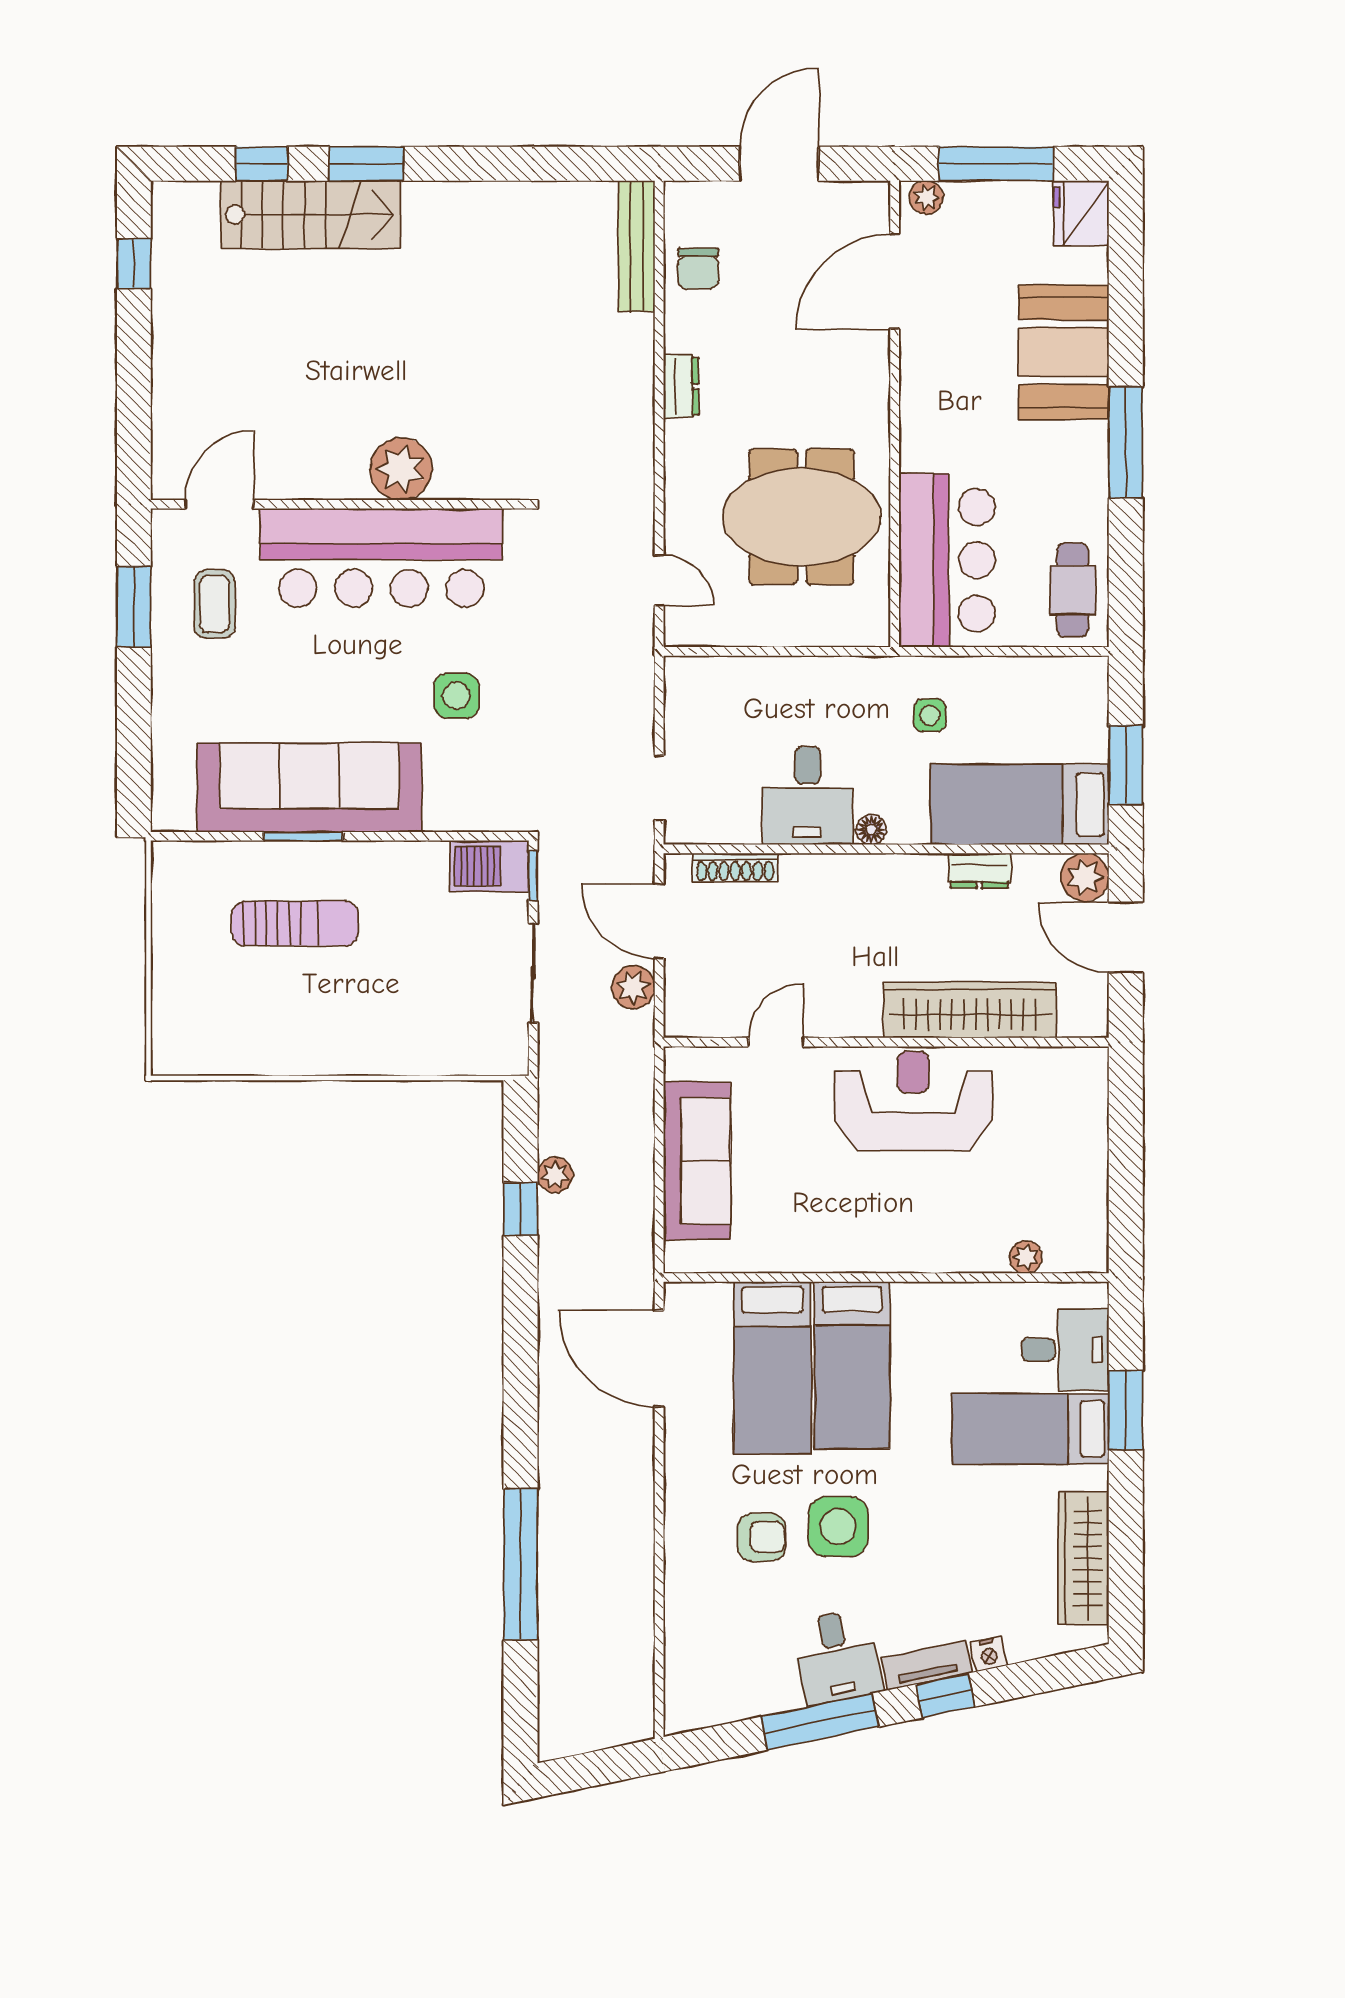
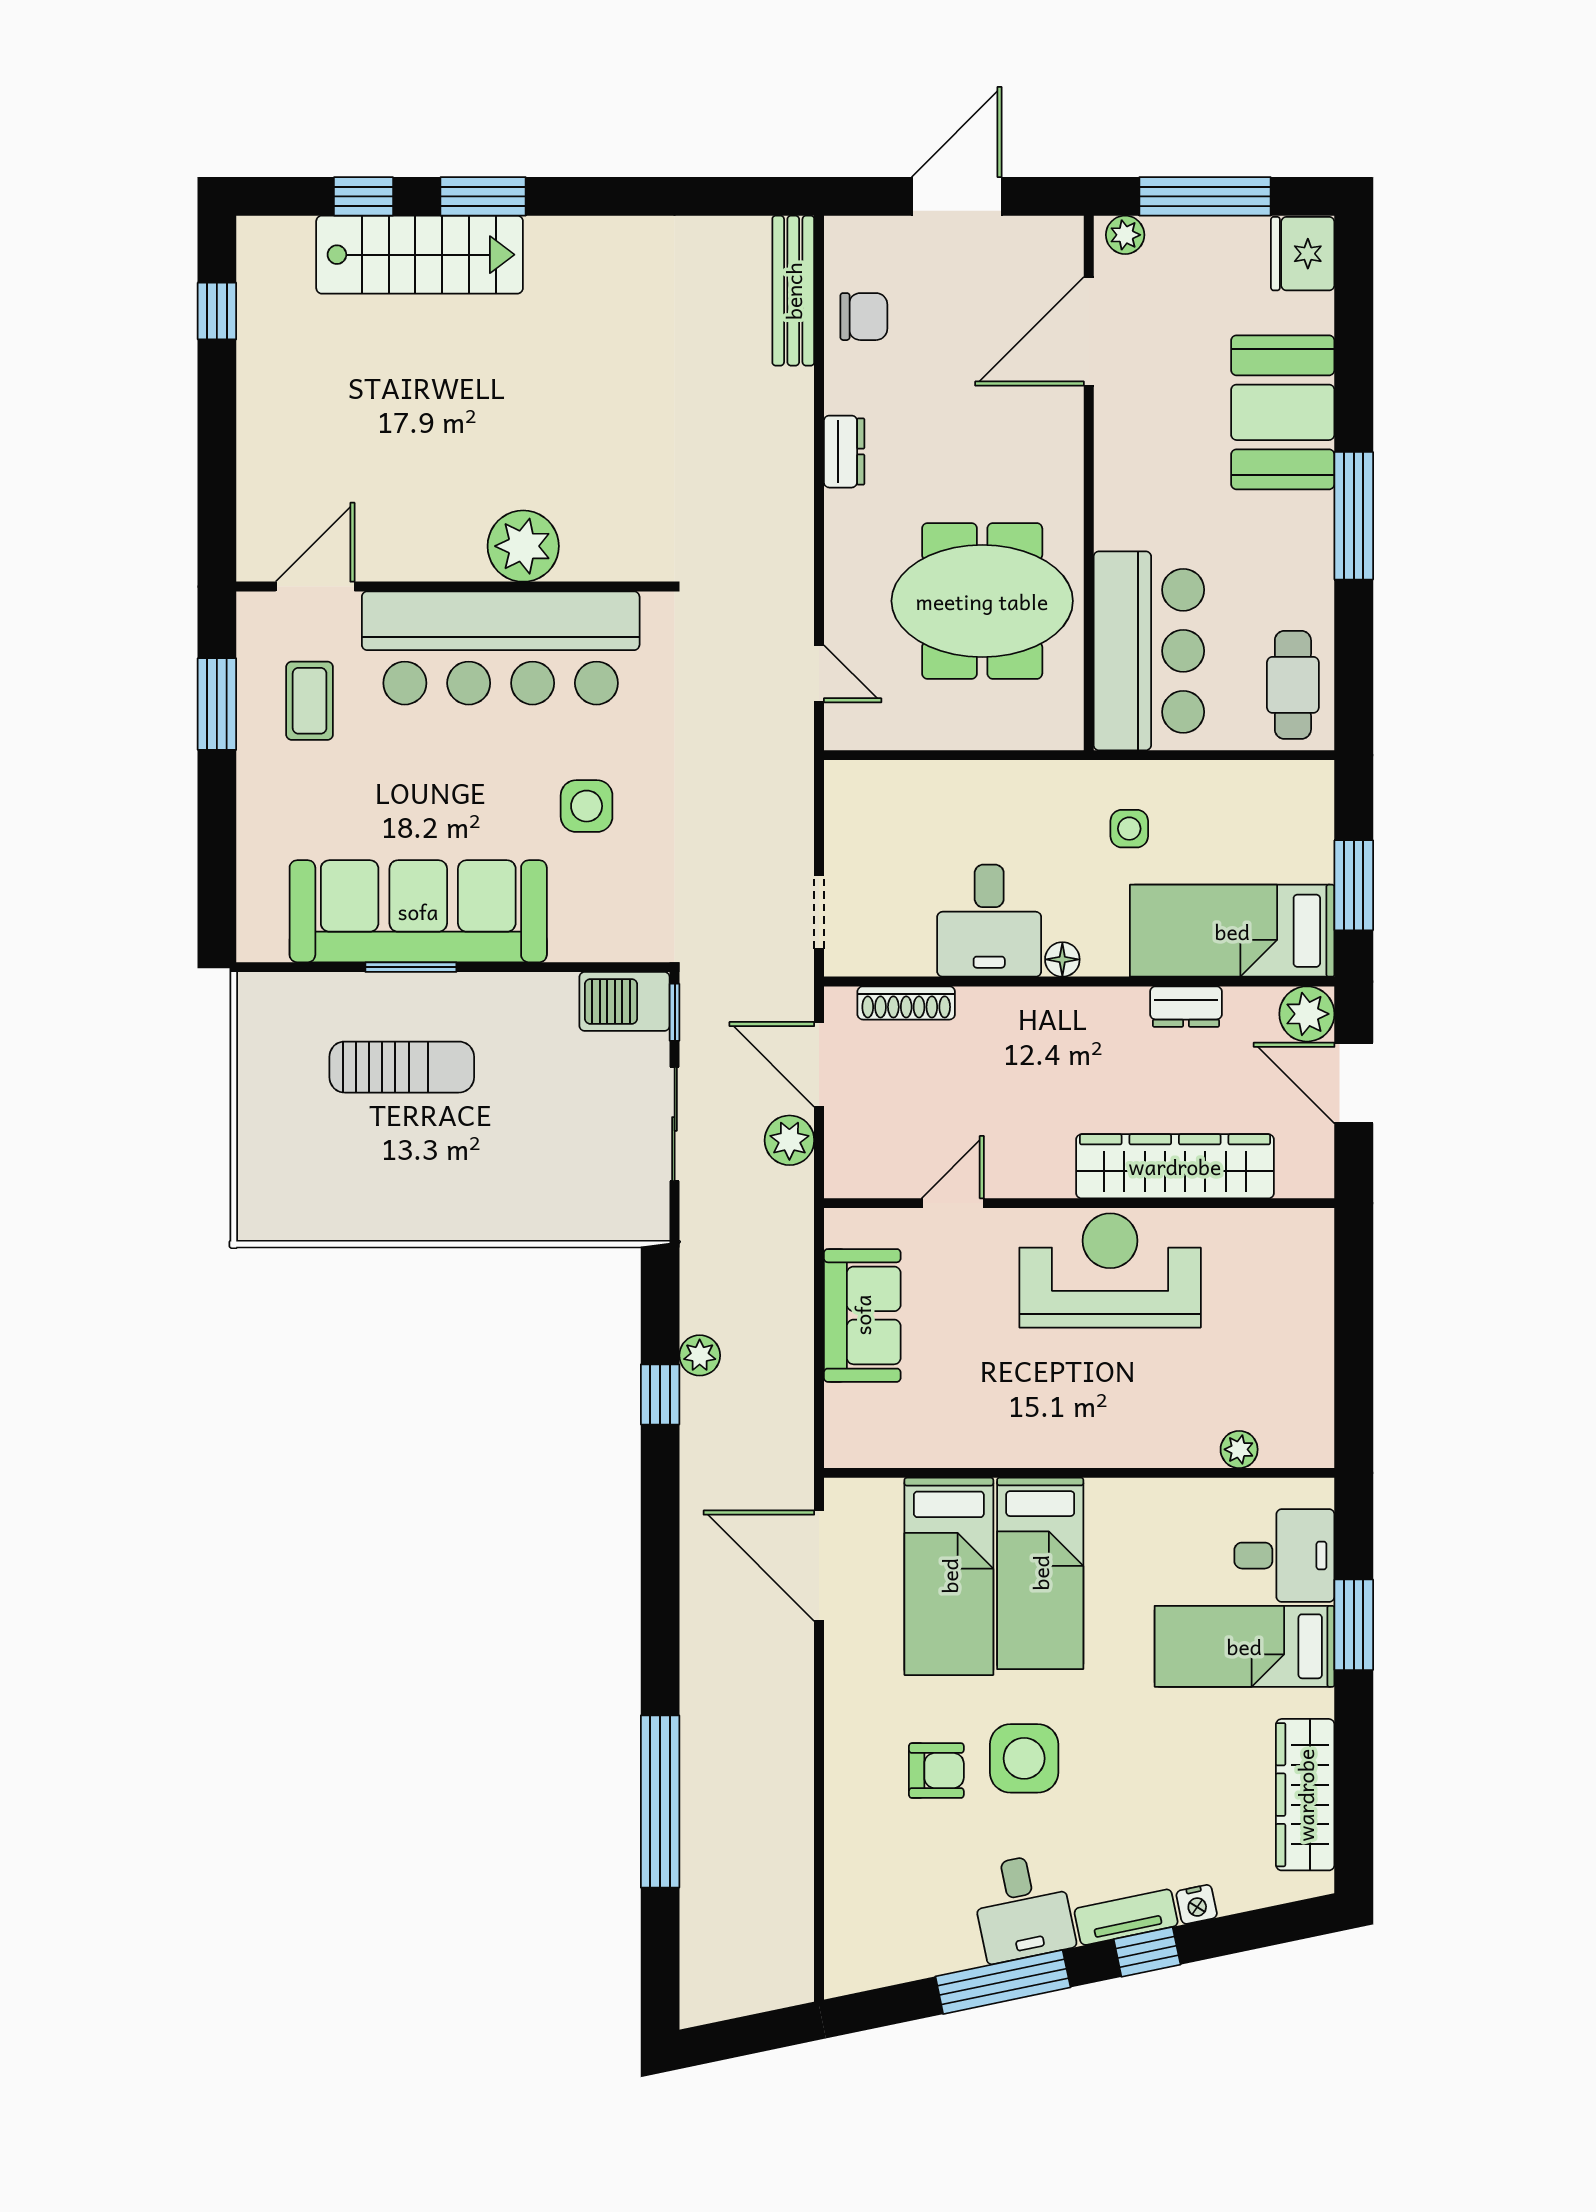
chair: (698, 269) -> (864, 317), turned -90
sofa: (697, 1161) -> (862, 1315), width x0.73

